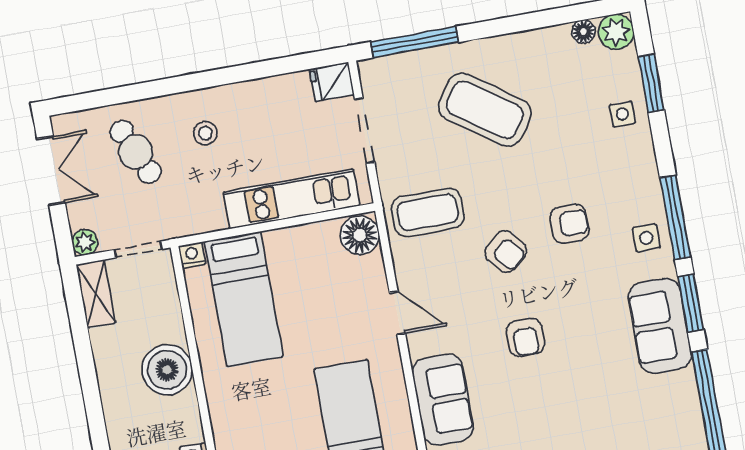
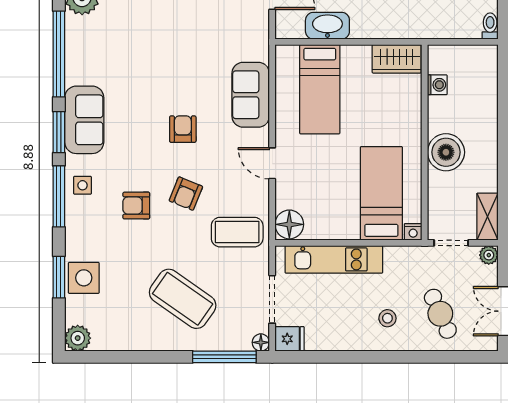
floor lamp: (583, 32) -> (261, 342), moved
window: (651, 83) -> (59, 277), moved
side table: (622, 114) -> (84, 278), width x1.87, depth x1.87
armchair: (506, 252) -> (186, 194), turned -118

